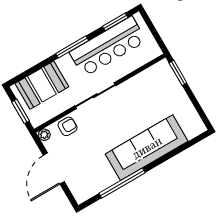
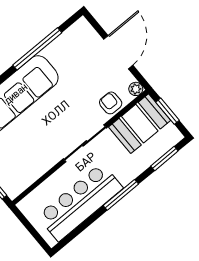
window: (115, 22) -> (164, 158), moved
booth: (42, 85) -> (140, 124), moved
armchair: (68, 126) -> (111, 103), turned 90

